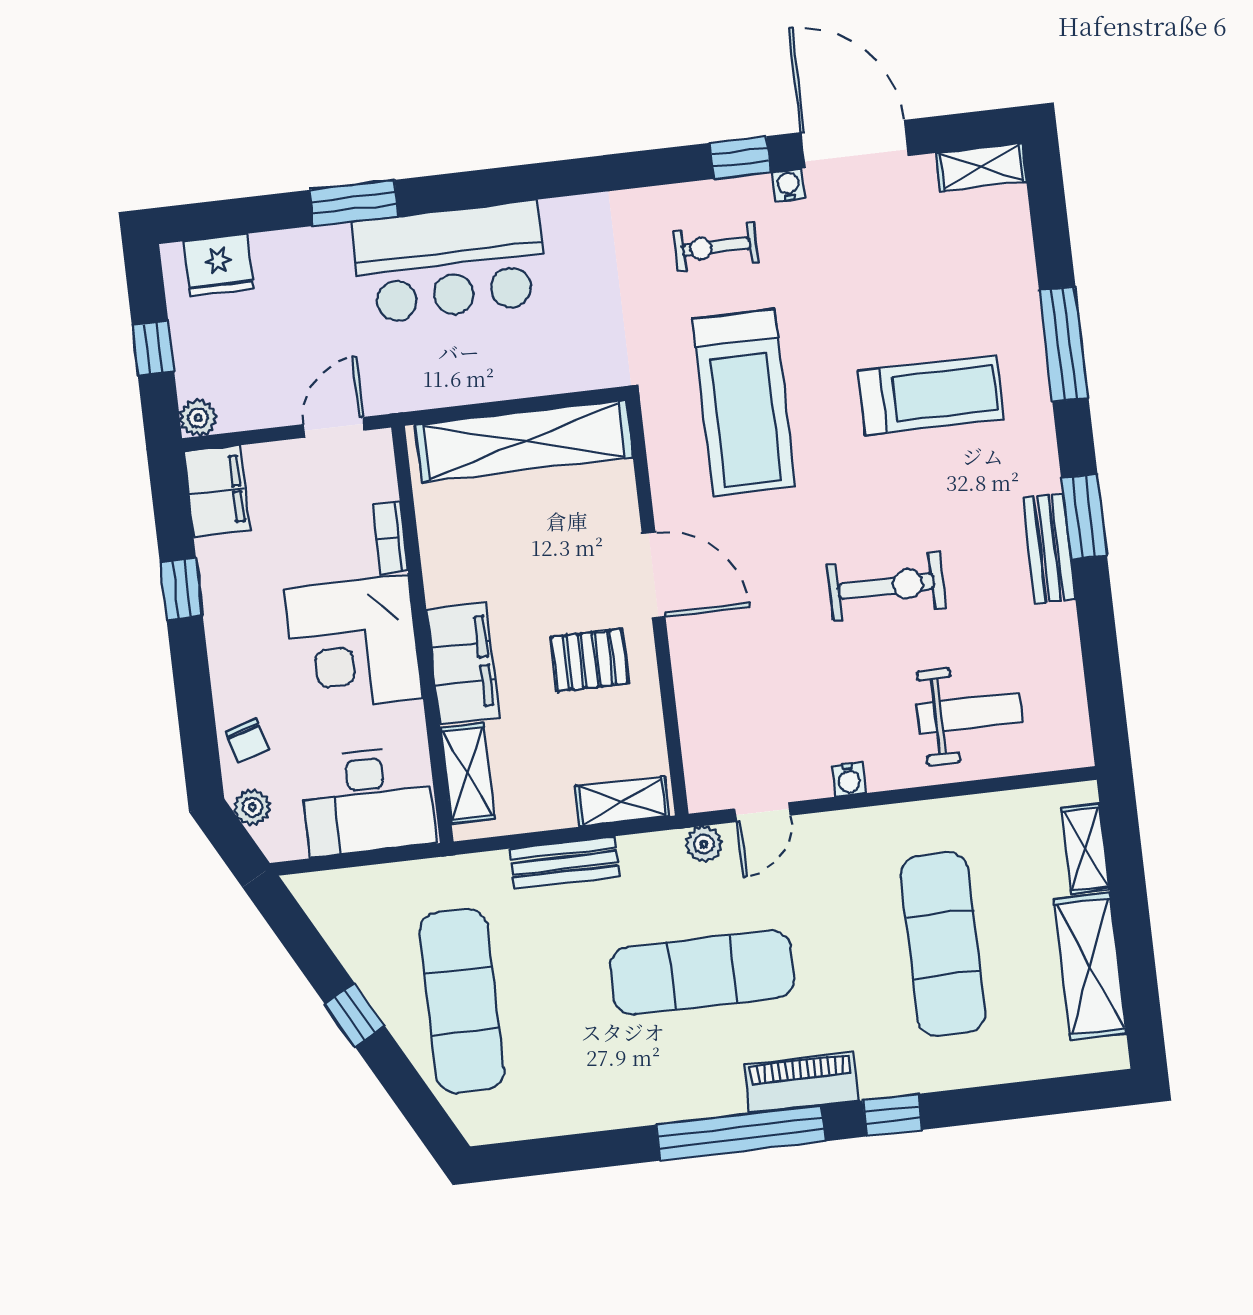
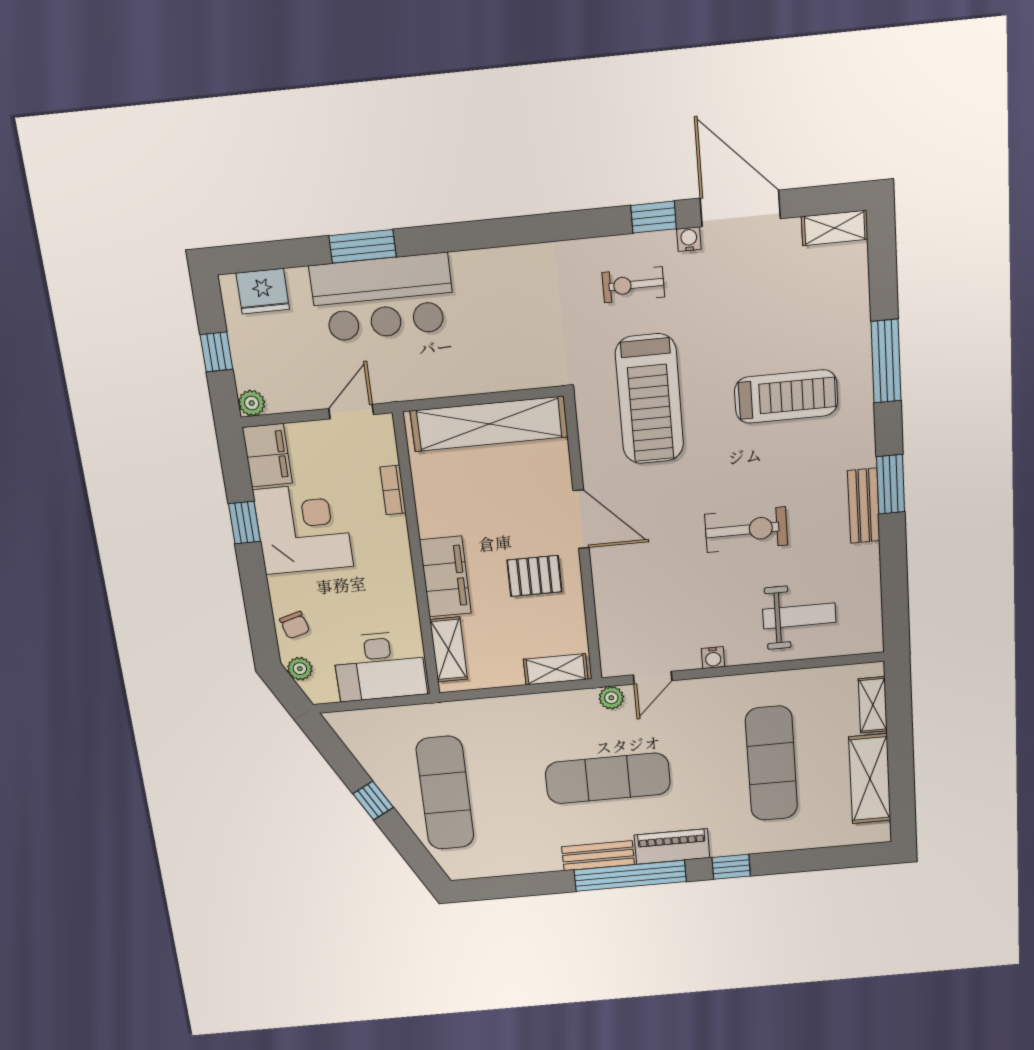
bar counter: (450, 262) -> (383, 298), moved
corner desk: (354, 644) -> (303, 528), moved, turned 180
bench: (564, 863) -> (598, 856), moved

